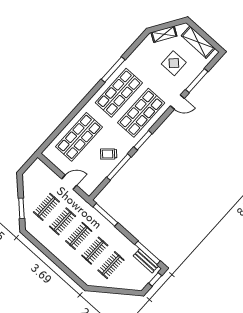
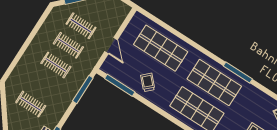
window: (143, 140) -> (168, 116), removed
window: (119, 167) -> (120, 85), moved
clothes rail: (95, 251) -> (43, 84), removed

